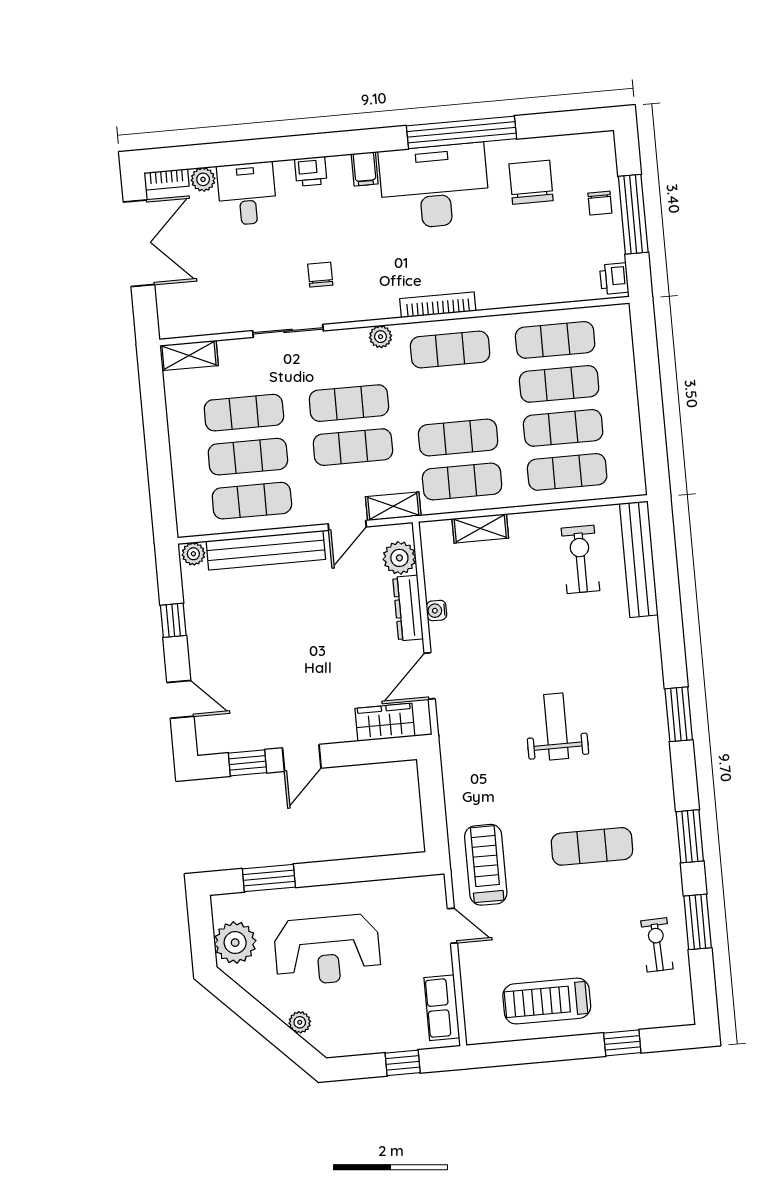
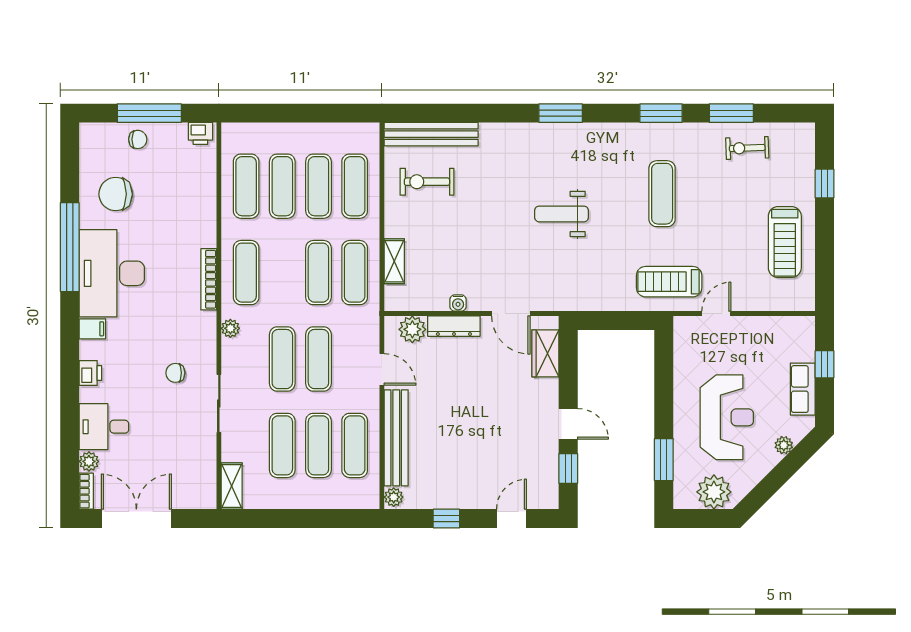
shelving: (393, 506) -> (370, 331), removed
row of seats: (442, 1008) -> (803, 389), moved, turned 90

